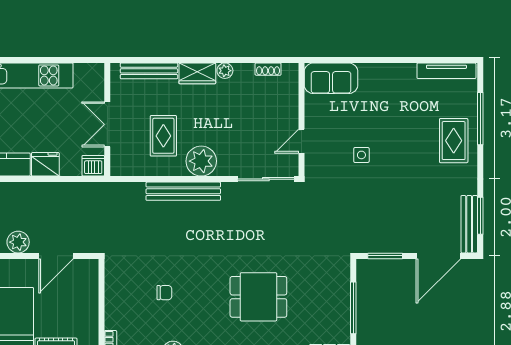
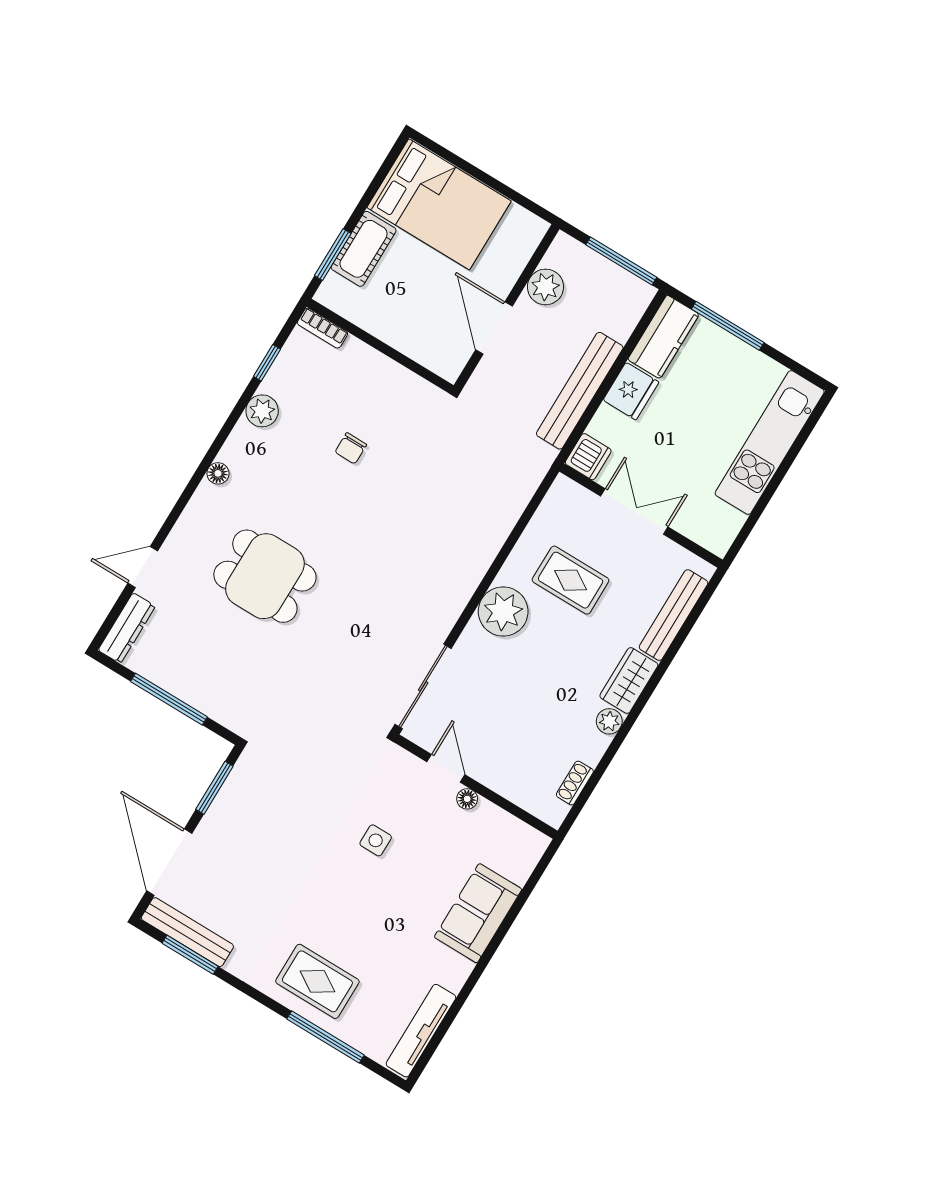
sofa: (331, 78) -> (478, 913), moved
floor lamp: (311, 120) -> (467, 799), added
bench: (183, 191) -> (580, 391), moved
dining table: (258, 297) -> (265, 576), turned 90

